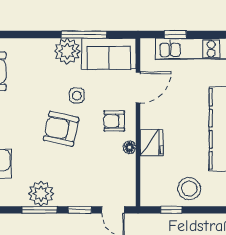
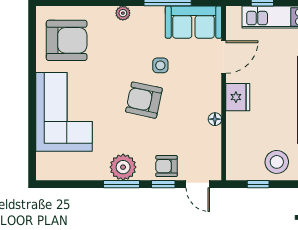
plant: (67, 51) -> (123, 13), moved, width x0.53, depth x0.53
armchair: (114, 121) -> (166, 166), moved
fridge: (152, 143) -> (238, 97), moved

